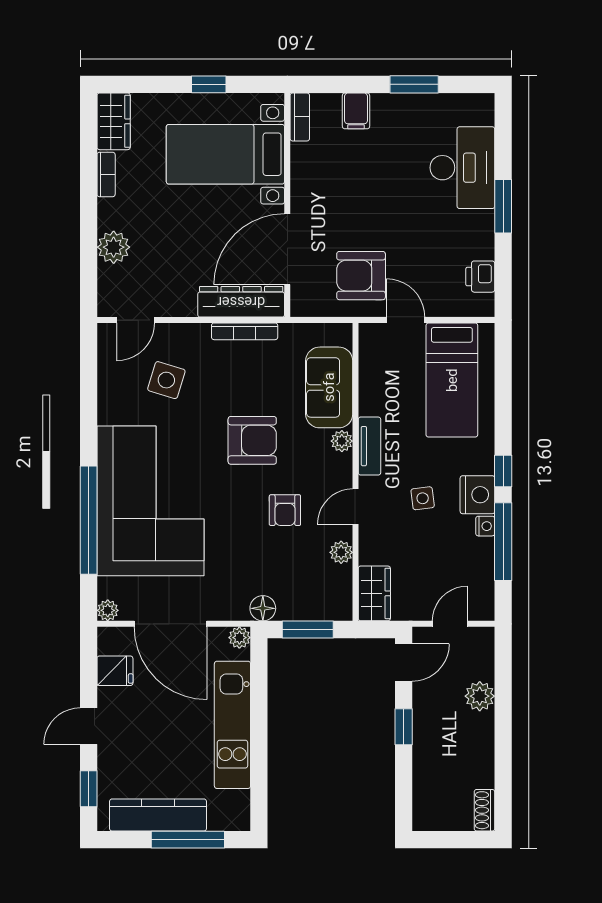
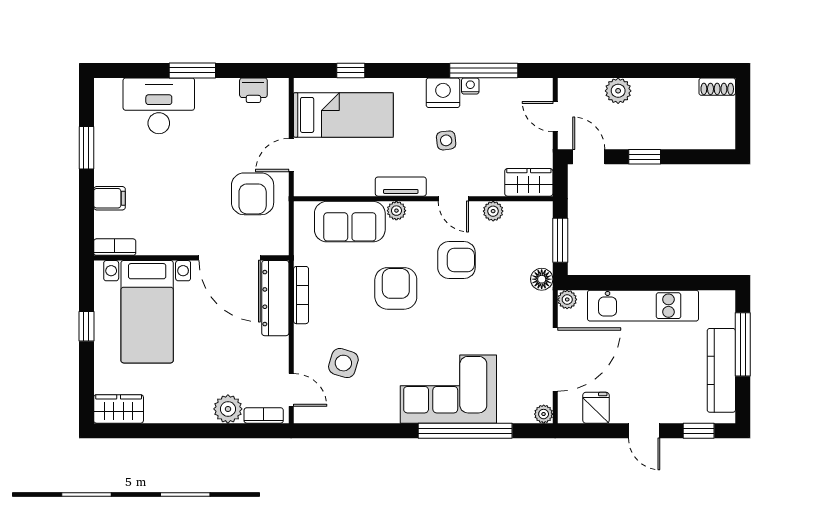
bookcase: (106, 174) -> (264, 415), moved
window: (503, 471) -> (351, 70), moved
corner sofa: (151, 501) -> (448, 389), width x0.73, depth x0.74
armchair: (285, 510) -> (456, 260), width x1.38, depth x1.38

